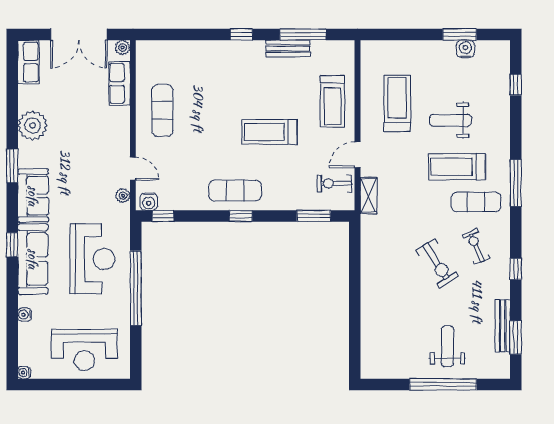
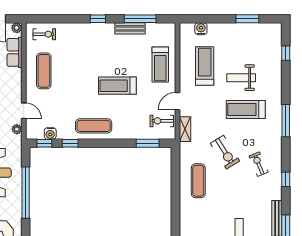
water cooler: (465, 49) -> (201, 29), moved
exercise bike: (163, 57) -> (44, 34), added
water cooler: (149, 202) -> (50, 133), moved
exercise mat: (476, 202) -> (198, 181), moved, turned 90
window: (241, 216) -> (70, 143), moved
exercise bike: (437, 263) -> (225, 152), moved

